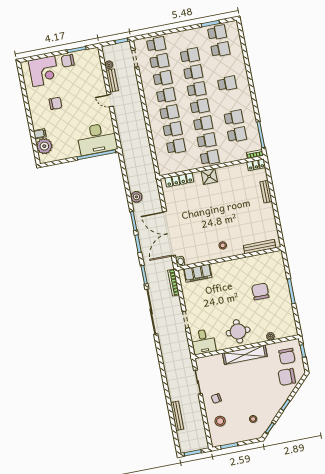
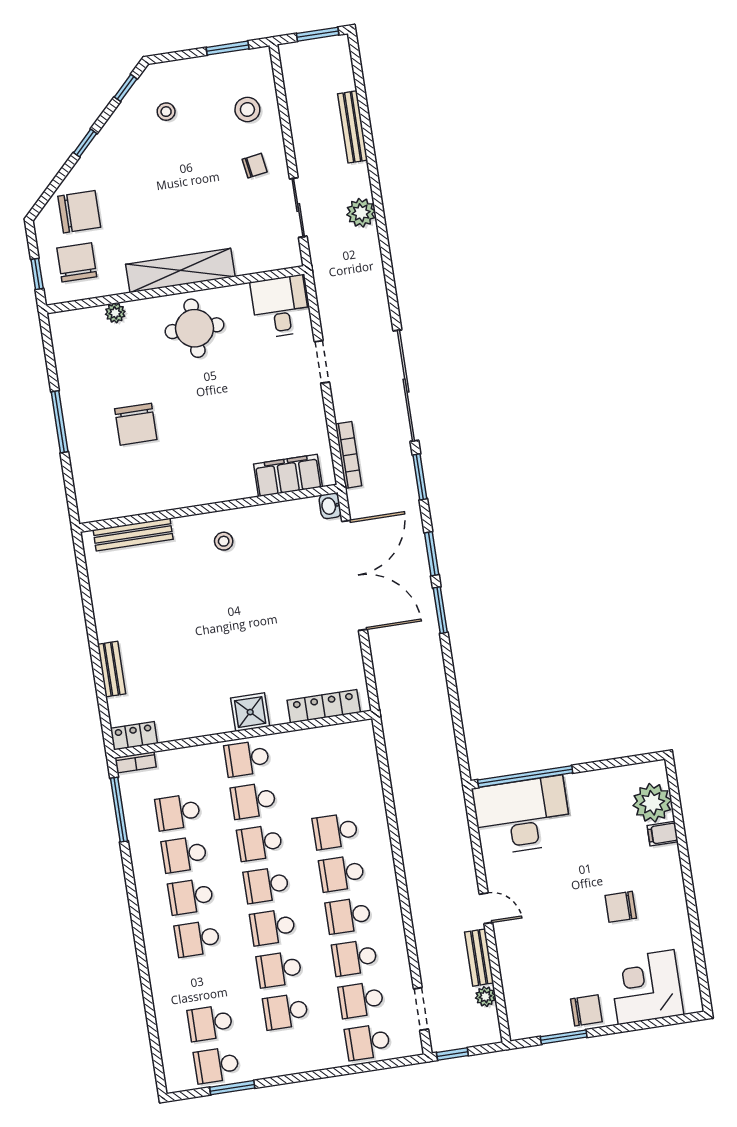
school desk: (176, 146) -> (191, 897), moved
plant: (136, 197) -> (361, 213), moved

